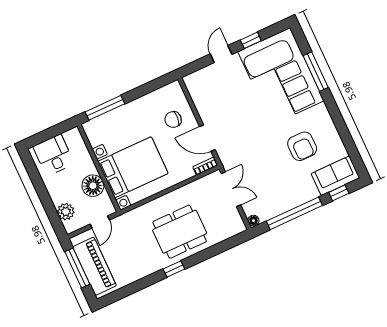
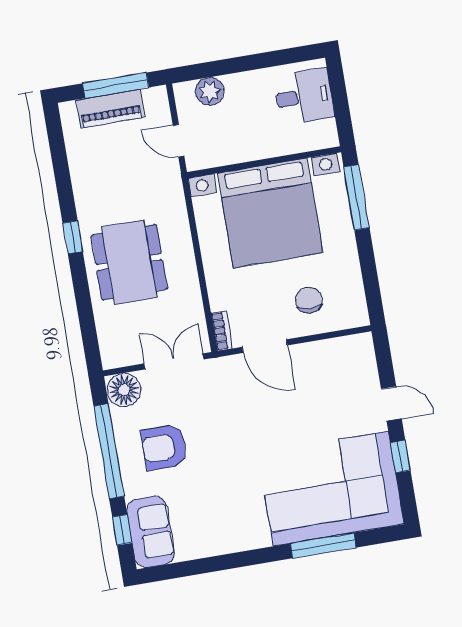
door: (207, 138) -> (265, 346), swing flipped
armchair: (302, 146) -> (164, 447), moved
bed with nightstands: (133, 167) -> (270, 213), width x1.36
floor lamp: (93, 186) -> (239, 145), removed
double door: (231, 189) -> (174, 361), swing flipped
floor lamp: (253, 221) -> (124, 390), width x1.89, depth x1.89
piano: (94, 266) -> (110, 109), width x0.73, depth x0.75

